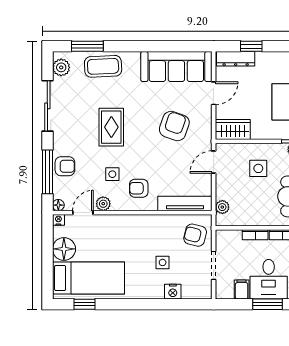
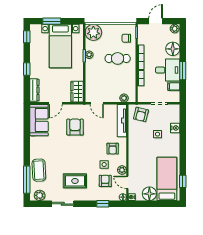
window: (87, 46) -> (27, 180), width x1.44
window: (251, 46) -> (27, 69), moved
sofa: (176, 67) -> (39, 120), width x0.73
door: (214, 93) -> (55, 103), swing flipped
sliding door: (47, 106) -> (63, 204), width x0.73
armchair: (174, 126) -> (75, 127), turned 71
rug: (111, 127) -> (75, 181), moved
armchair: (65, 166) -> (105, 181), moved
side table: (258, 168) -> (101, 76), removed
window: (47, 172) -> (103, 204), width x0.46

